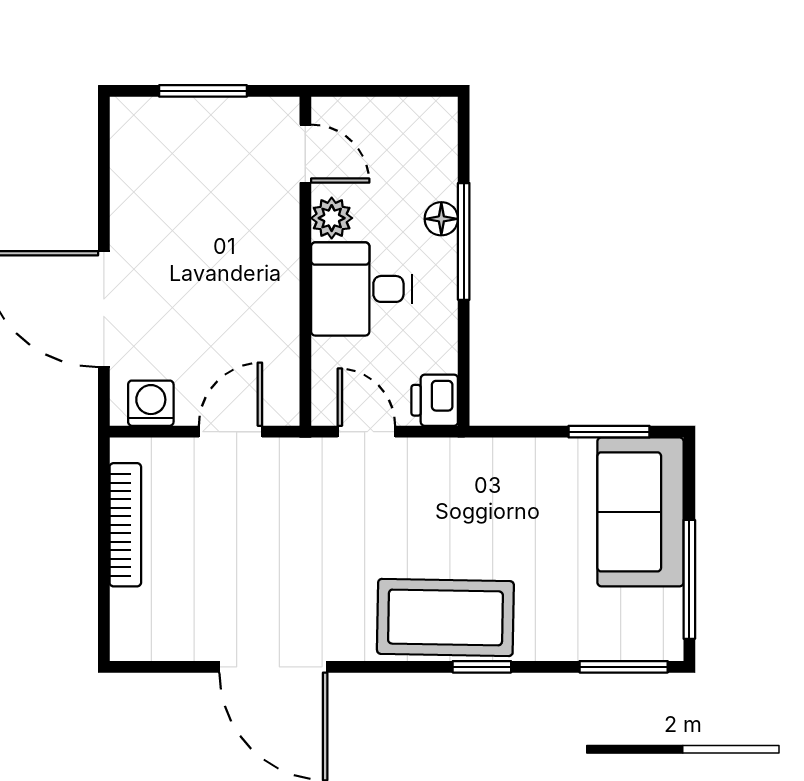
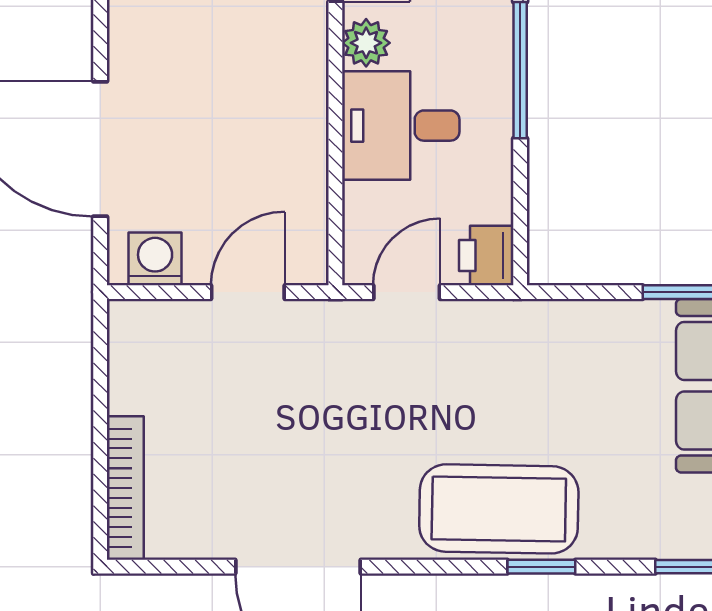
floor lamp: (441, 219) -> (494, 44), removed
door: (366, 432) -> (407, 292), hinge flipped
bookcase: (125, 525) -> (125, 488), moved

